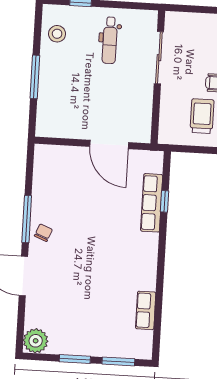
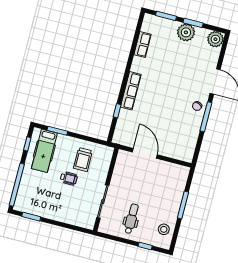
row of seats: (152, 203) -> (131, 91), moved
plant: (83, 342) -> (186, 32), added

